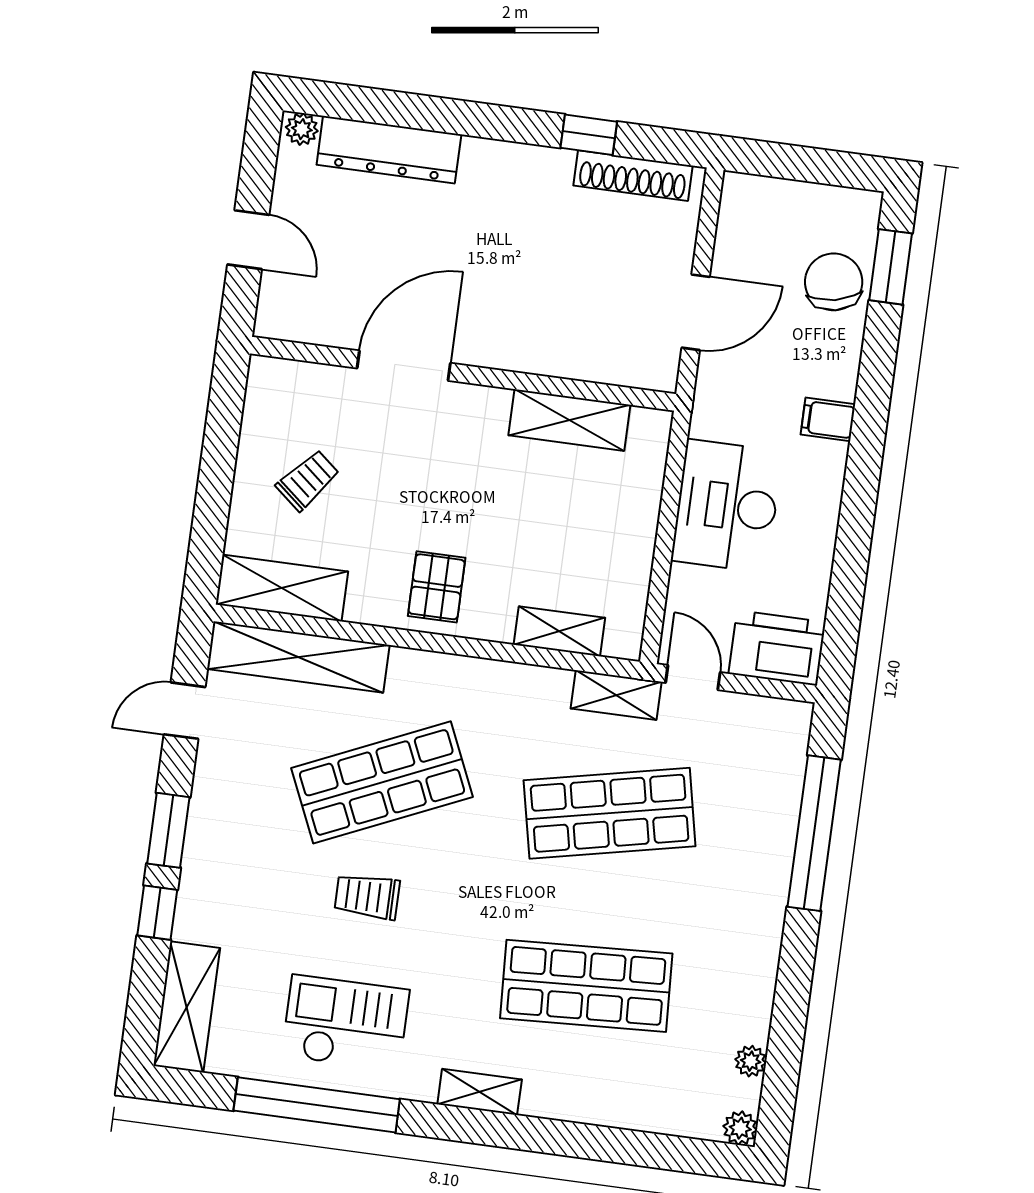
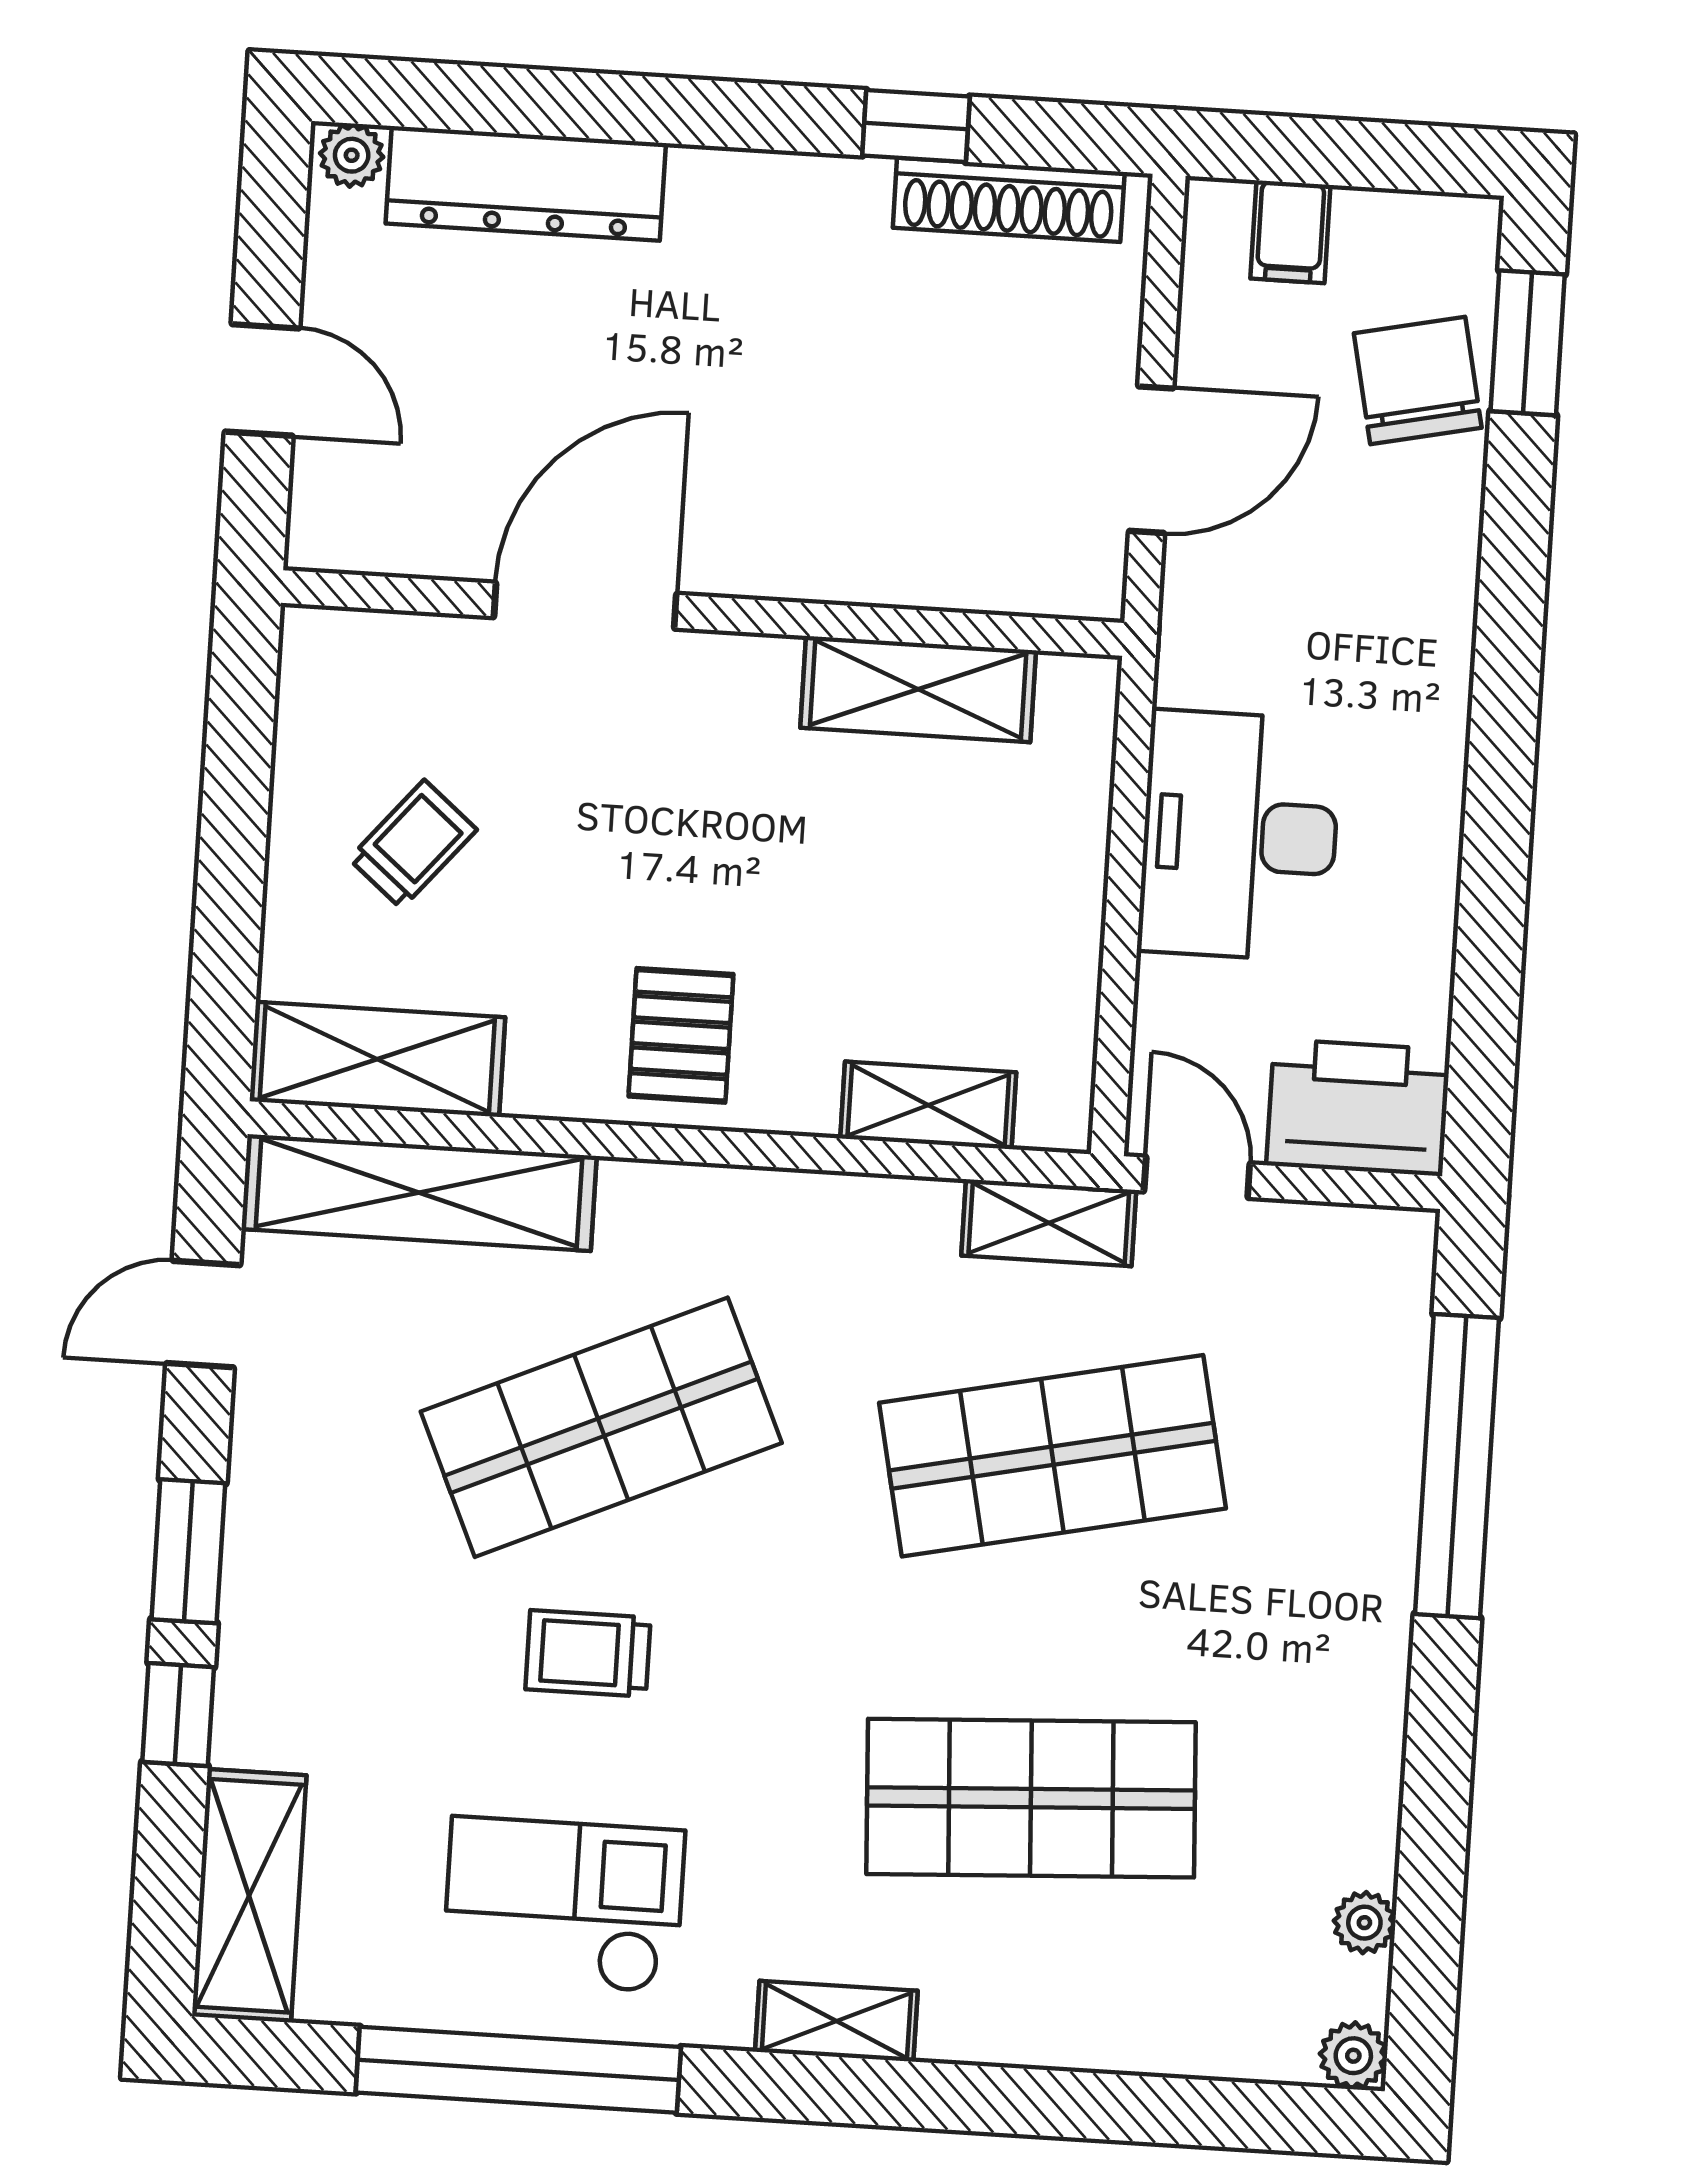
filing cabinet: (828, 419) -> (1290, 232), moved, turned -90

